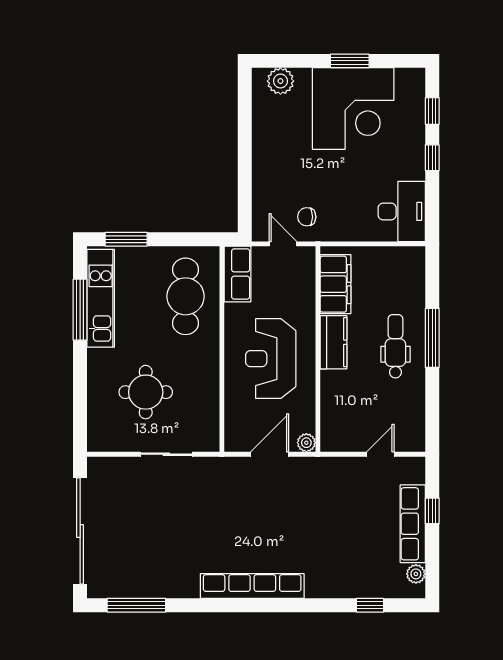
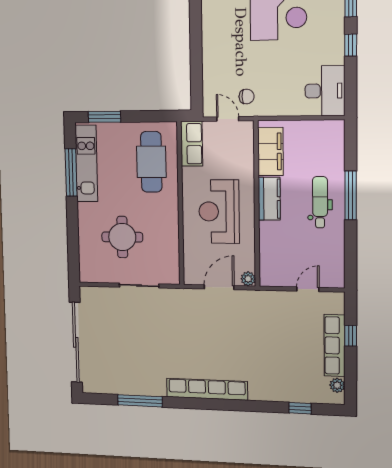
chair: (307, 217) -> (247, 97), turned 180
window: (136, 605) -> (140, 401), moved

